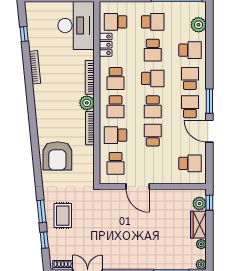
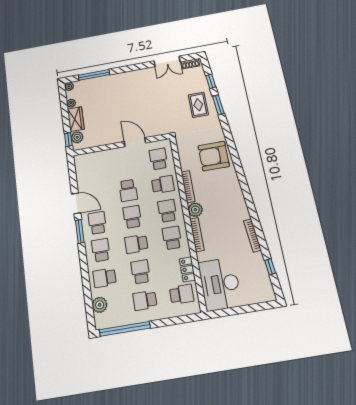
school desk: (190, 78) -> (101, 250), turned 180
school desk: (190, 107) -> (97, 223), turned 180
armchair: (57, 156) -> (214, 156), turned -90
school desk: (190, 163) -> (90, 171), removed

